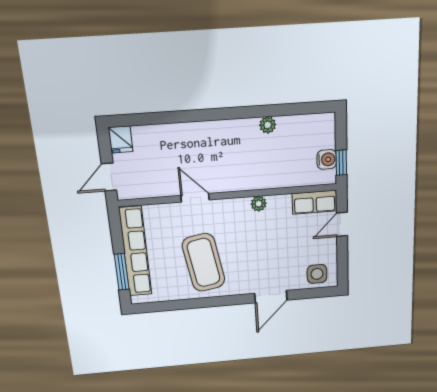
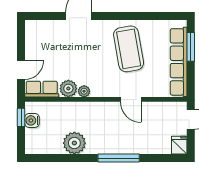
window: (205, 115) -> (119, 158), added
plant: (268, 125) -> (74, 143), width x1.88, depth x1.88
plant: (280, 206) -> (68, 89), added
side table: (317, 274) -> (41, 32), removed

